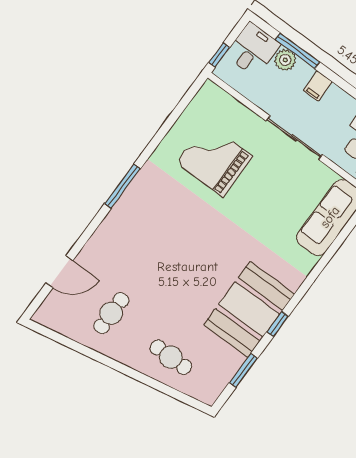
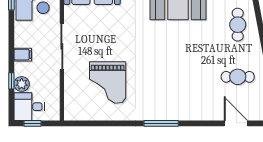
window: (297, 51) -> (11, 81), width x0.46
window: (219, 55) -> (33, 123), moved

